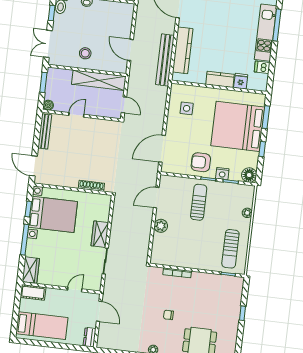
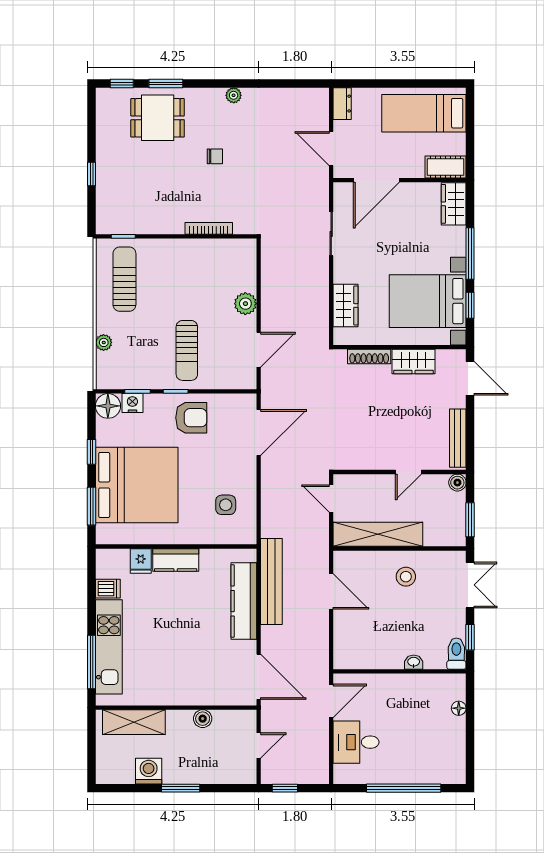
nightstand: (222, 174) -> (132, 403), moved
wardrobe: (66, 180) -> (414, 362), added
wardrobe: (100, 234) -> (345, 305), moved
door: (75, 290) -> (376, 180), width x1.88

